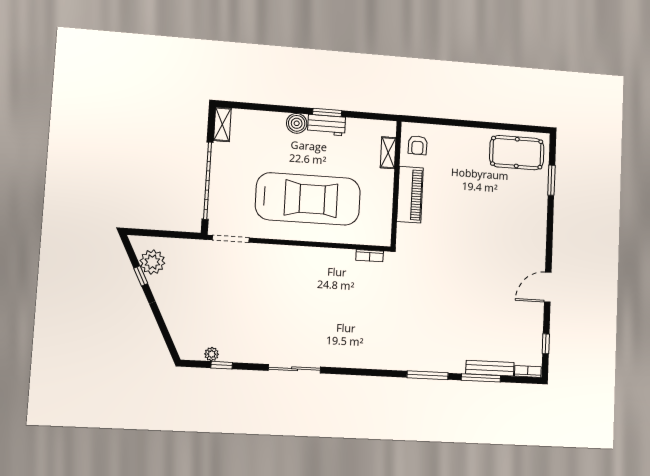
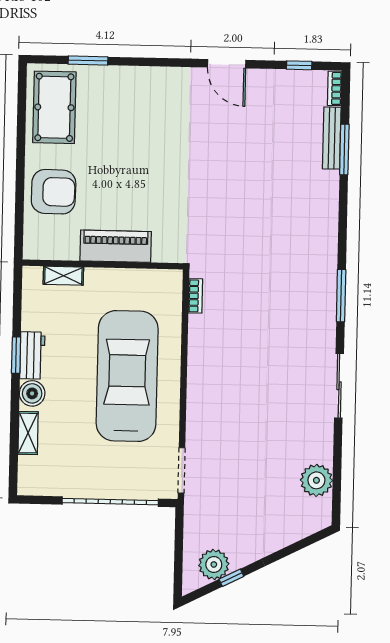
shelving: (222, 124) -> (28, 433), moved, turned 90
armchair: (418, 145) -> (54, 192), moved, width x1.88, depth x1.88
plant: (212, 354) -> (316, 480), width x1.87, depth x1.87
window: (222, 365) -> (337, 475), removed
window: (428, 375) -> (341, 296), moved

